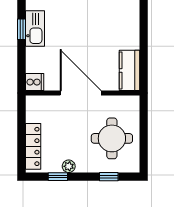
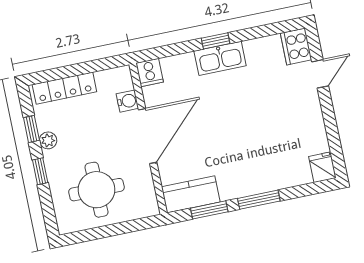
window: (144, 22) -> (259, 200), added
window: (144, 59) -> (209, 210), added
water cooler: (52, 103) -> (127, 101), added
window: (109, 177) -> (40, 171), moved

